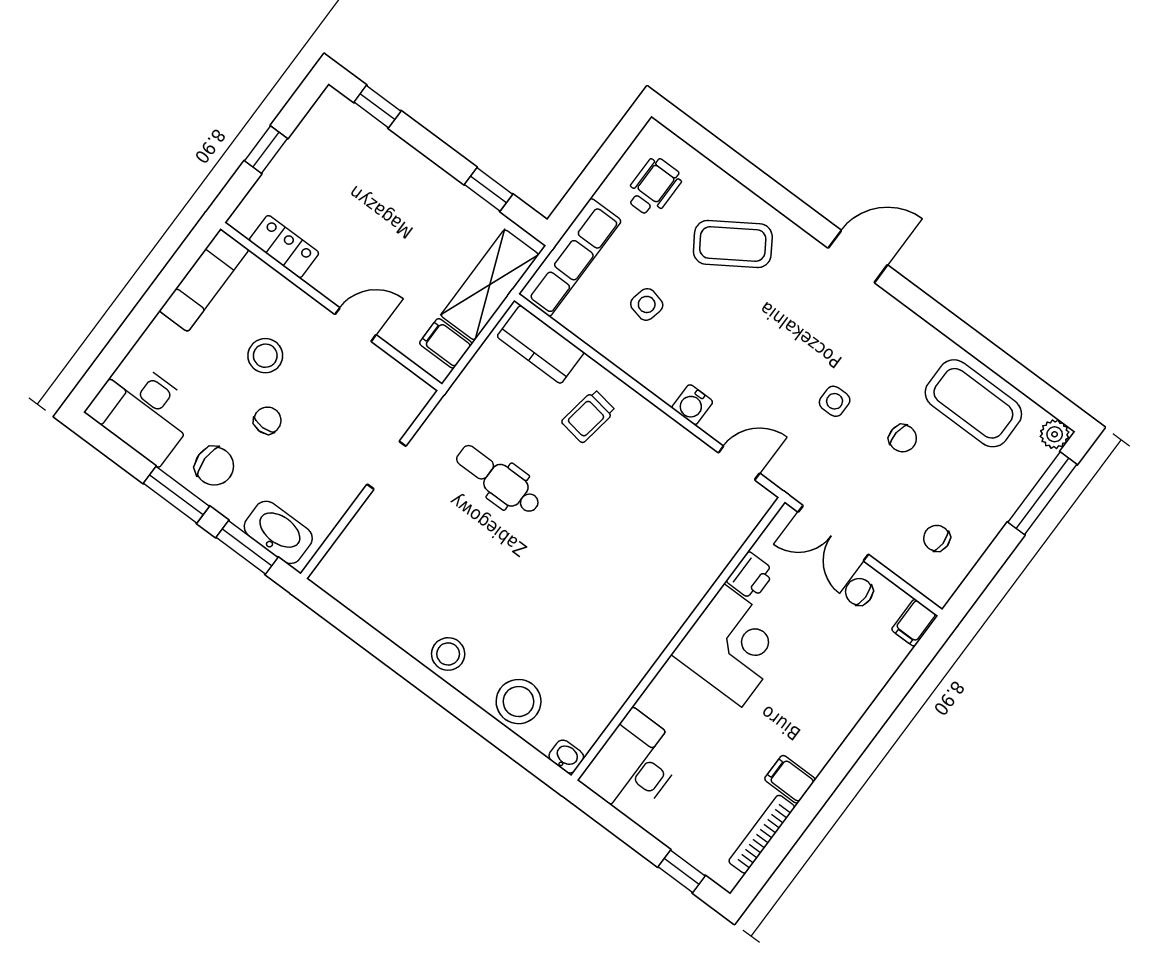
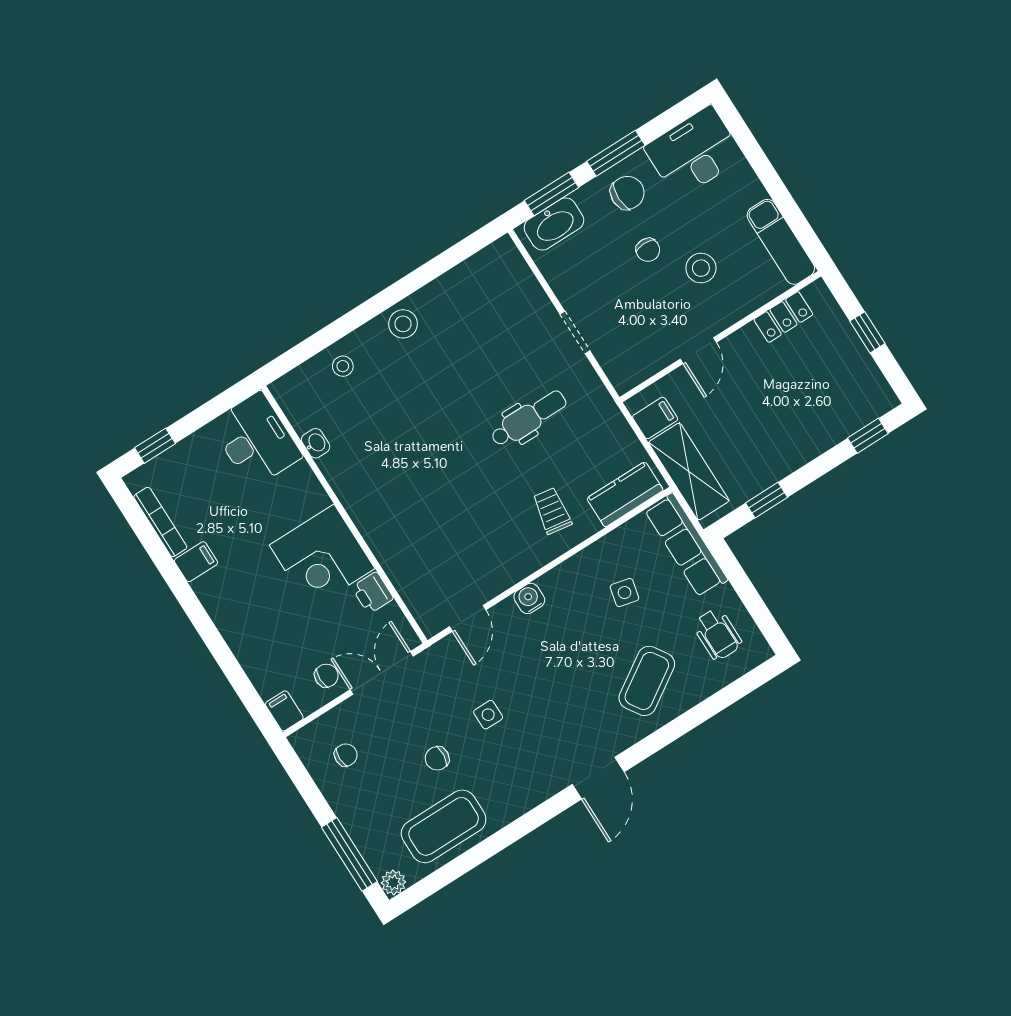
chair: (214, 466) -> (627, 193), turned 180
stool: (519, 702) -> (343, 366), width x0.53, depth x0.53
washbasin: (566, 757) -> (316, 443), moved, turned -90

